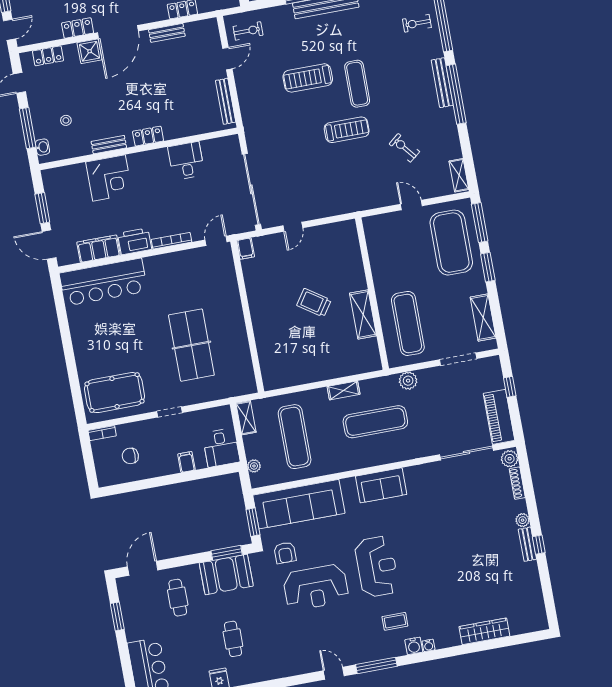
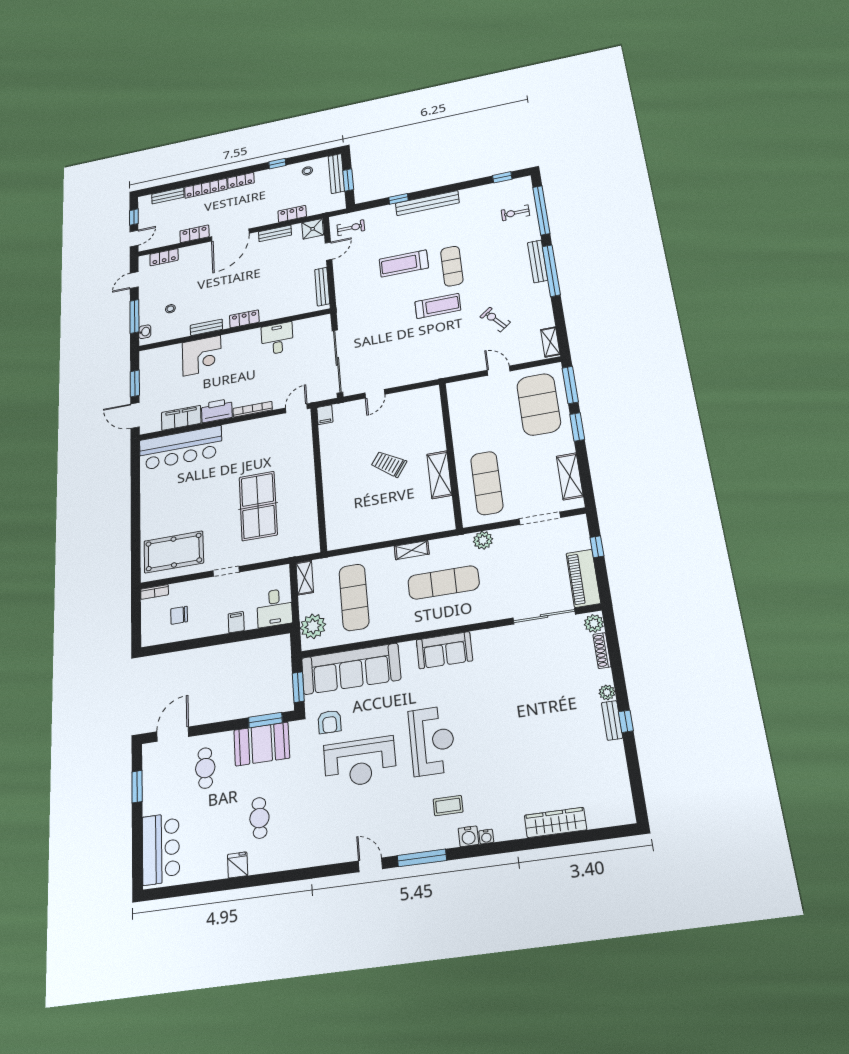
shower: (90, 51) -> (313, 229), moved
plant: (254, 466) -> (313, 626), width x1.87, depth x1.87

